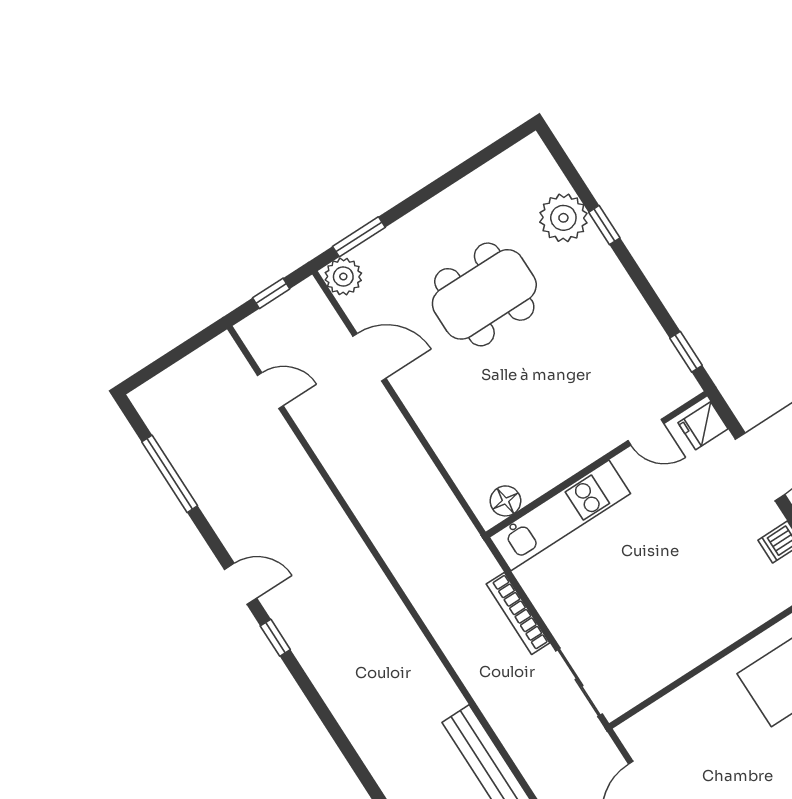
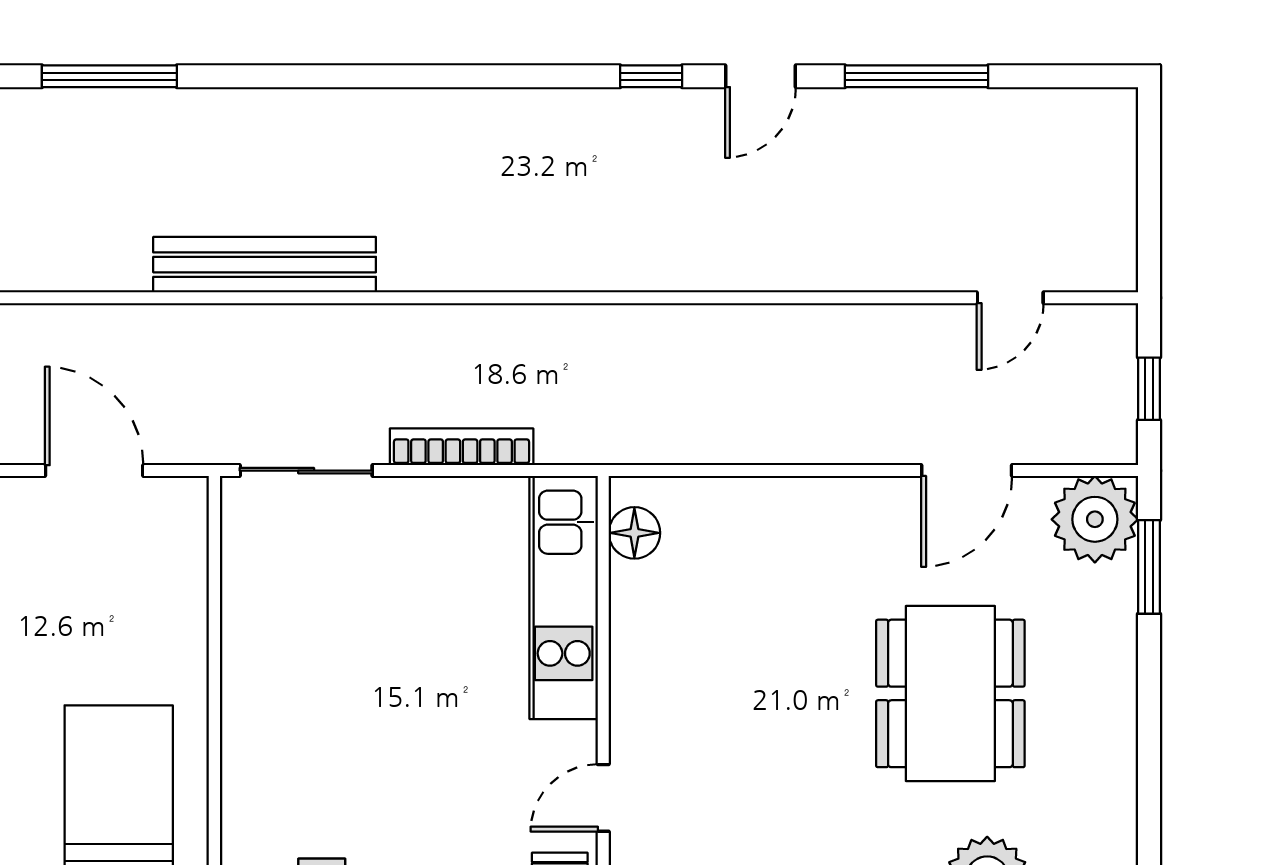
plant: (343, 277) -> (1095, 519), width x1.36, depth x1.36
window: (170, 474) -> (917, 76), moved

